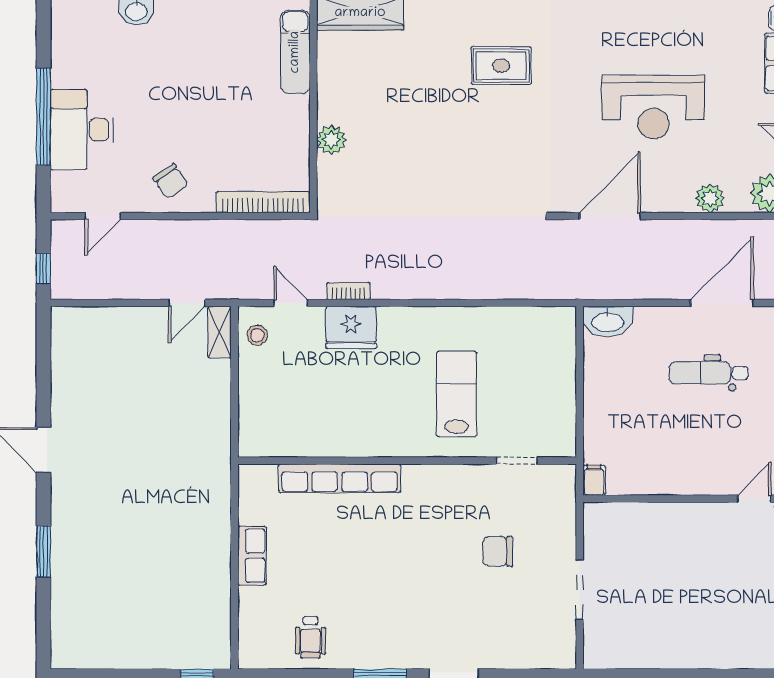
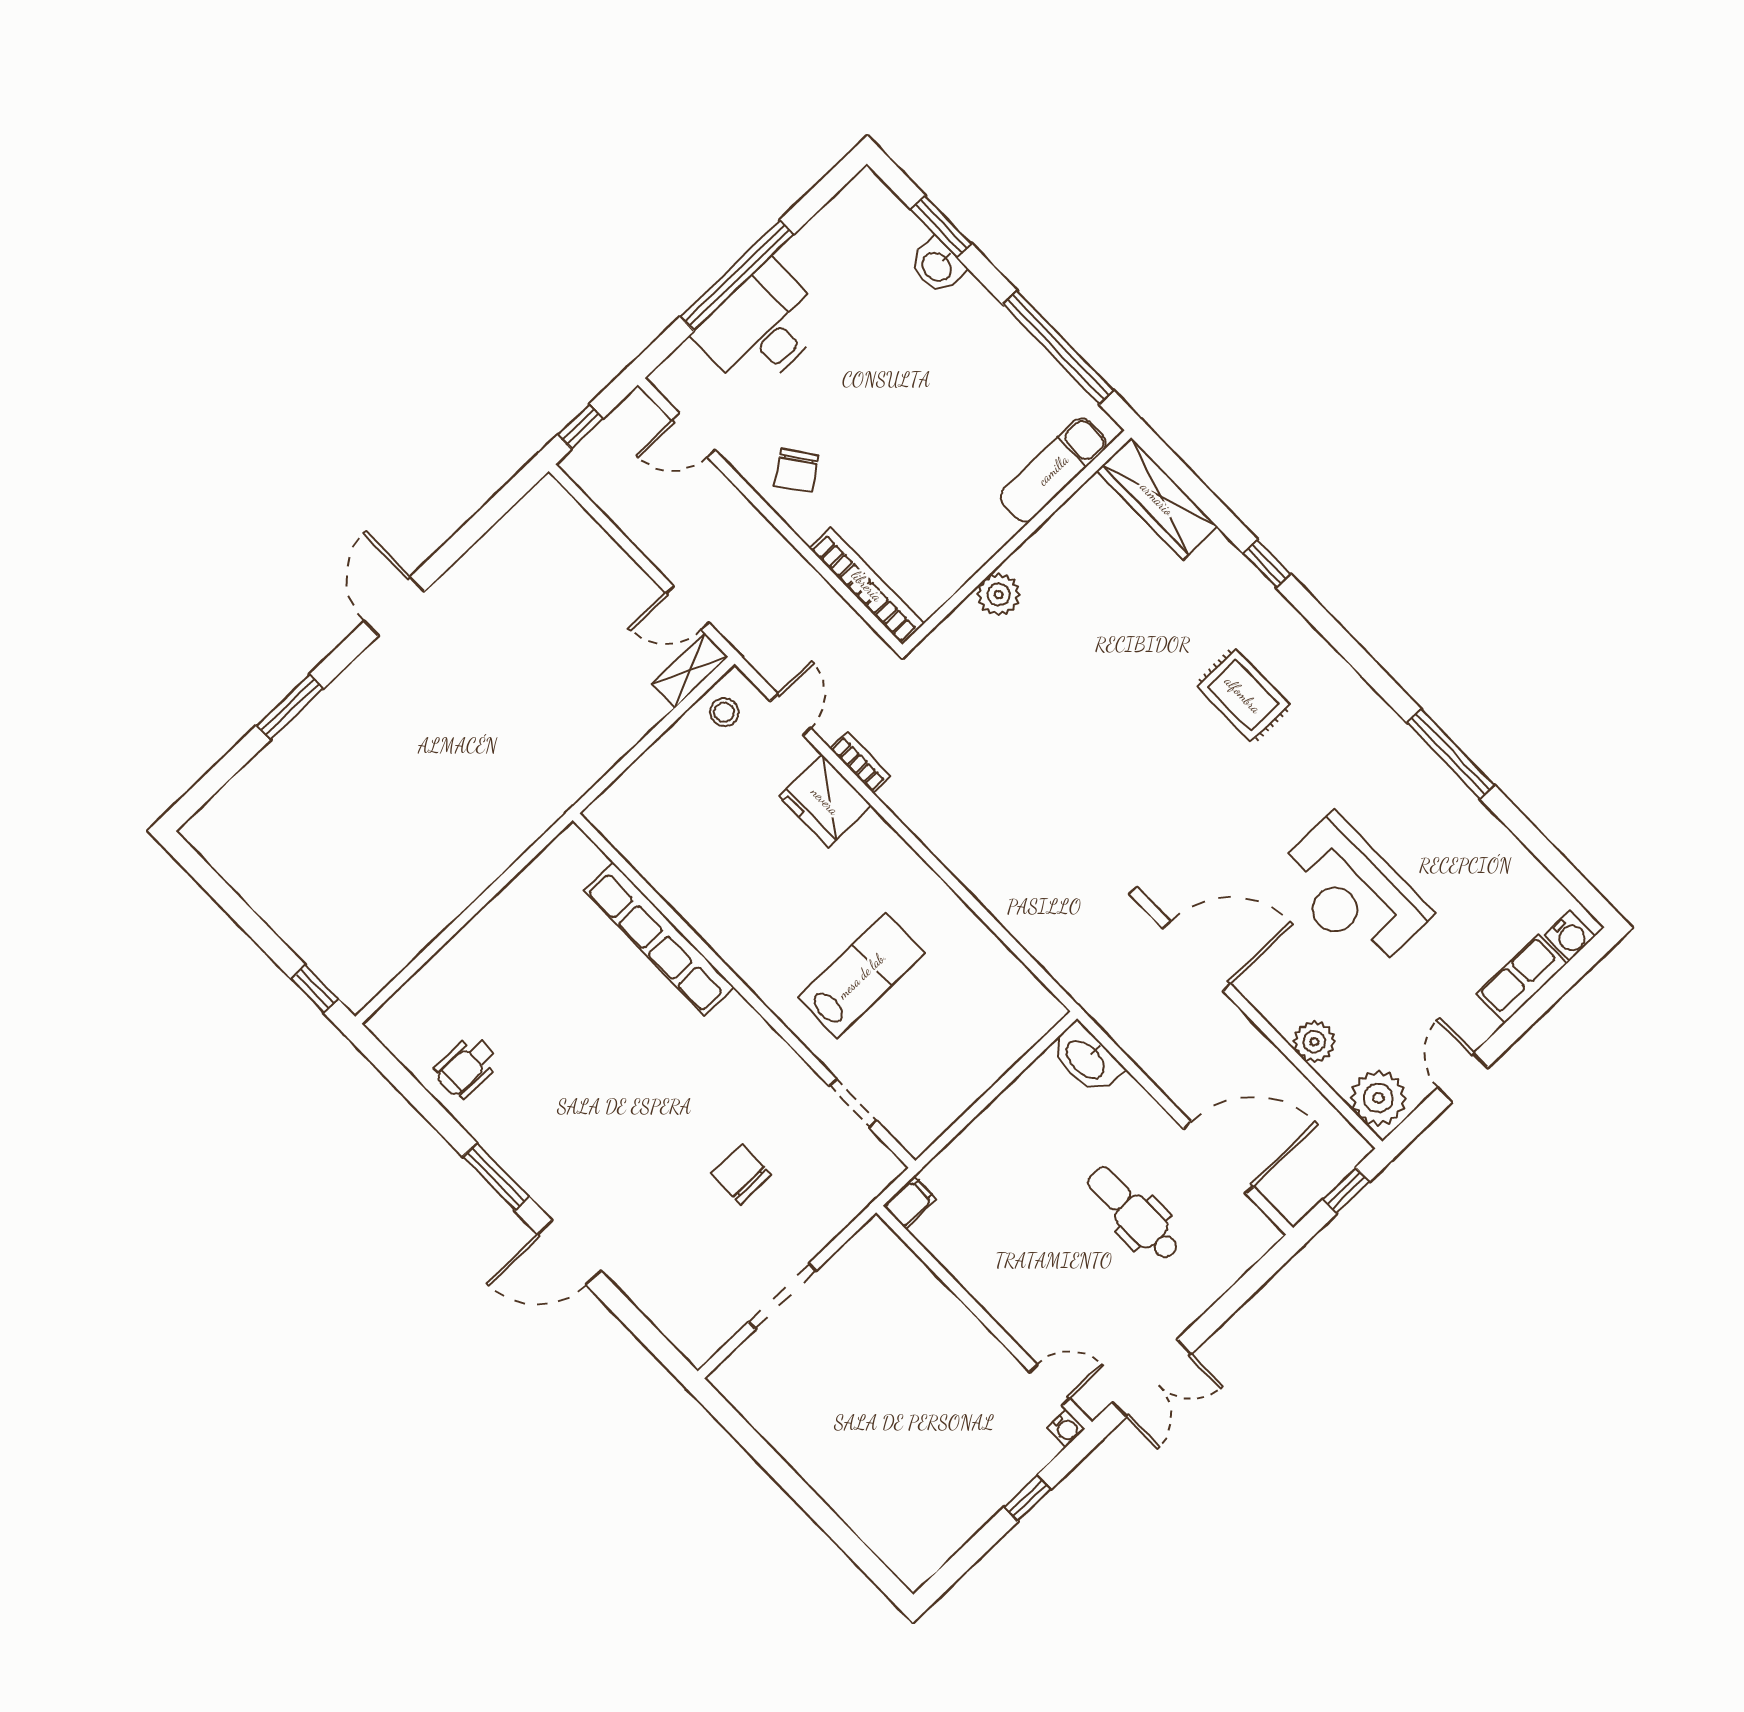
row of seats: (252, 556) -> (492, 925), removed

